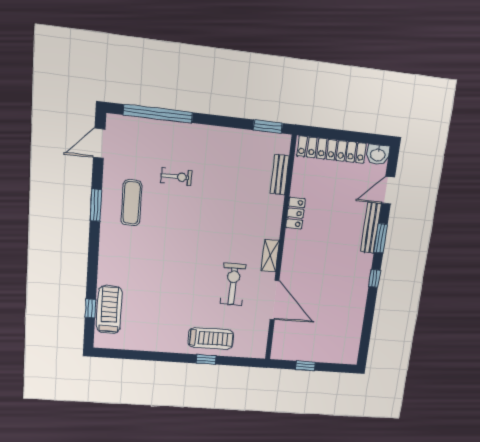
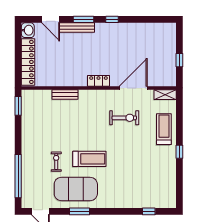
bench: (280, 175) -> (65, 94), moved
exercise mat: (131, 203) -> (76, 189), width x2.00, depth x1.45
locker: (295, 213) -> (99, 81), moved
shelving: (270, 256) -> (165, 95), moved
exercise bike: (233, 284) -> (124, 118), turned 180
treadmill: (109, 310) -> (89, 159), moved, turned 180
window: (206, 359) -> (179, 152), moved

